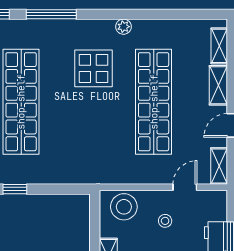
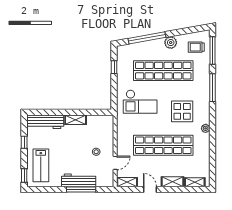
checkout: (76, 143) -> (140, 102), added
door: (185, 187) -> (115, 163), hinge flipped
stool: (124, 207) -> (104, 129), removed

